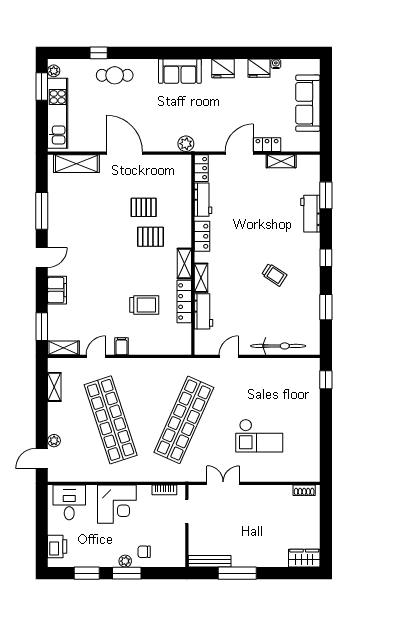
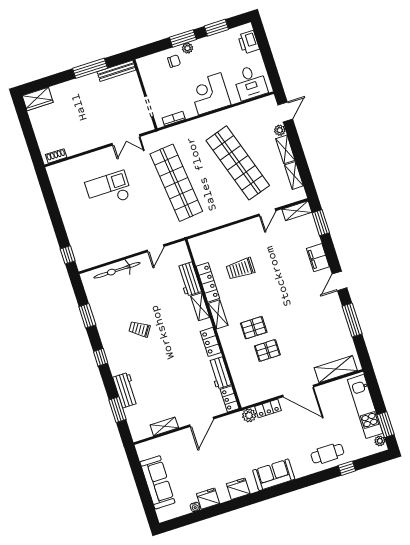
locker: (267, 145) -> (268, 408), moved
filing cabinet: (122, 346) -> (248, 228), removed
shelving: (55, 418) -> (285, 149), added
shop shelf: (184, 420) -> (176, 183), turned -30

